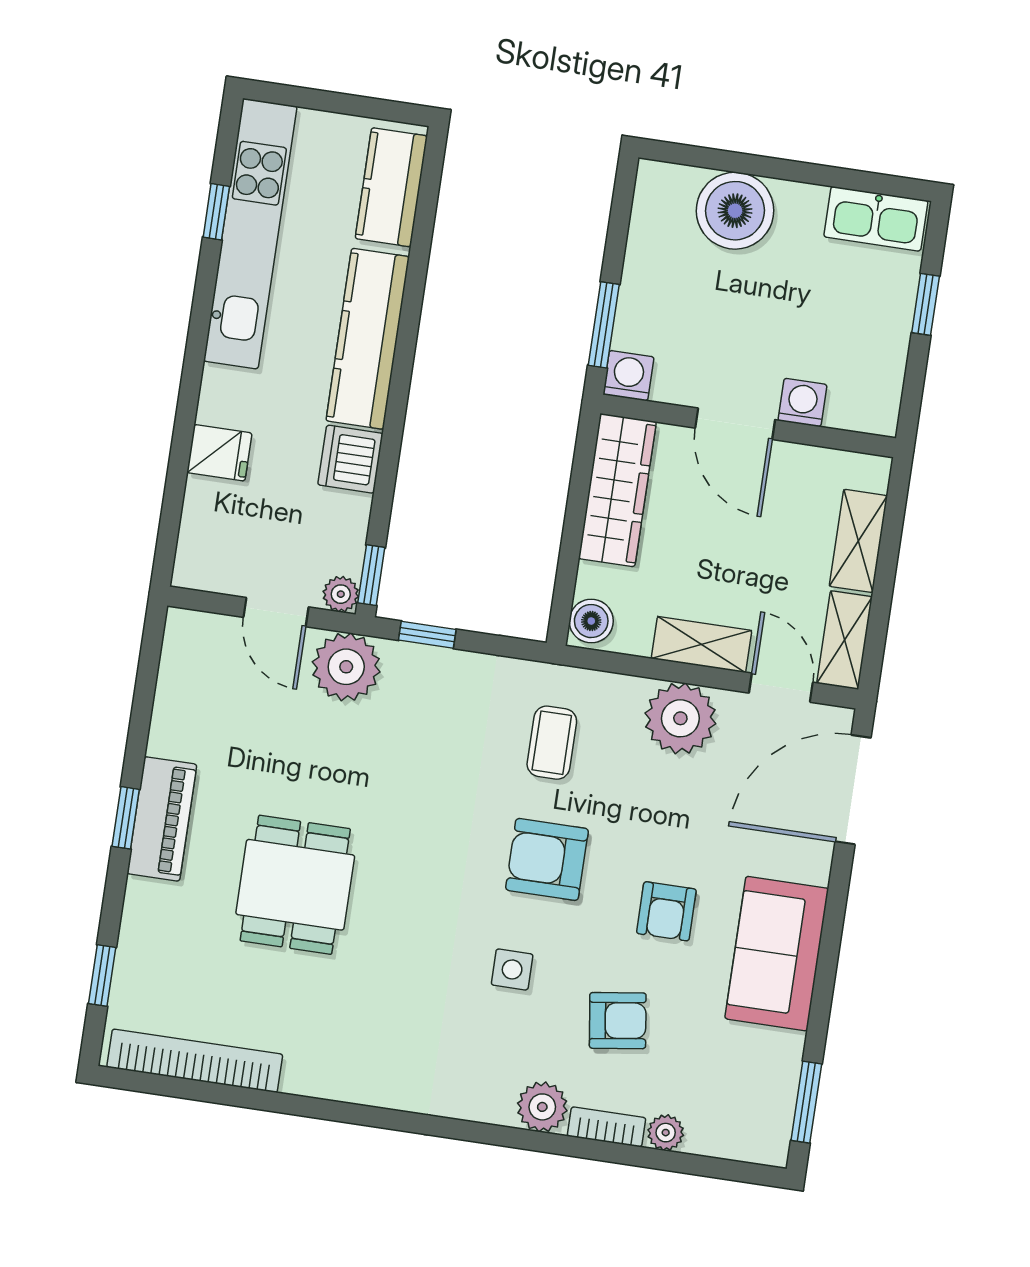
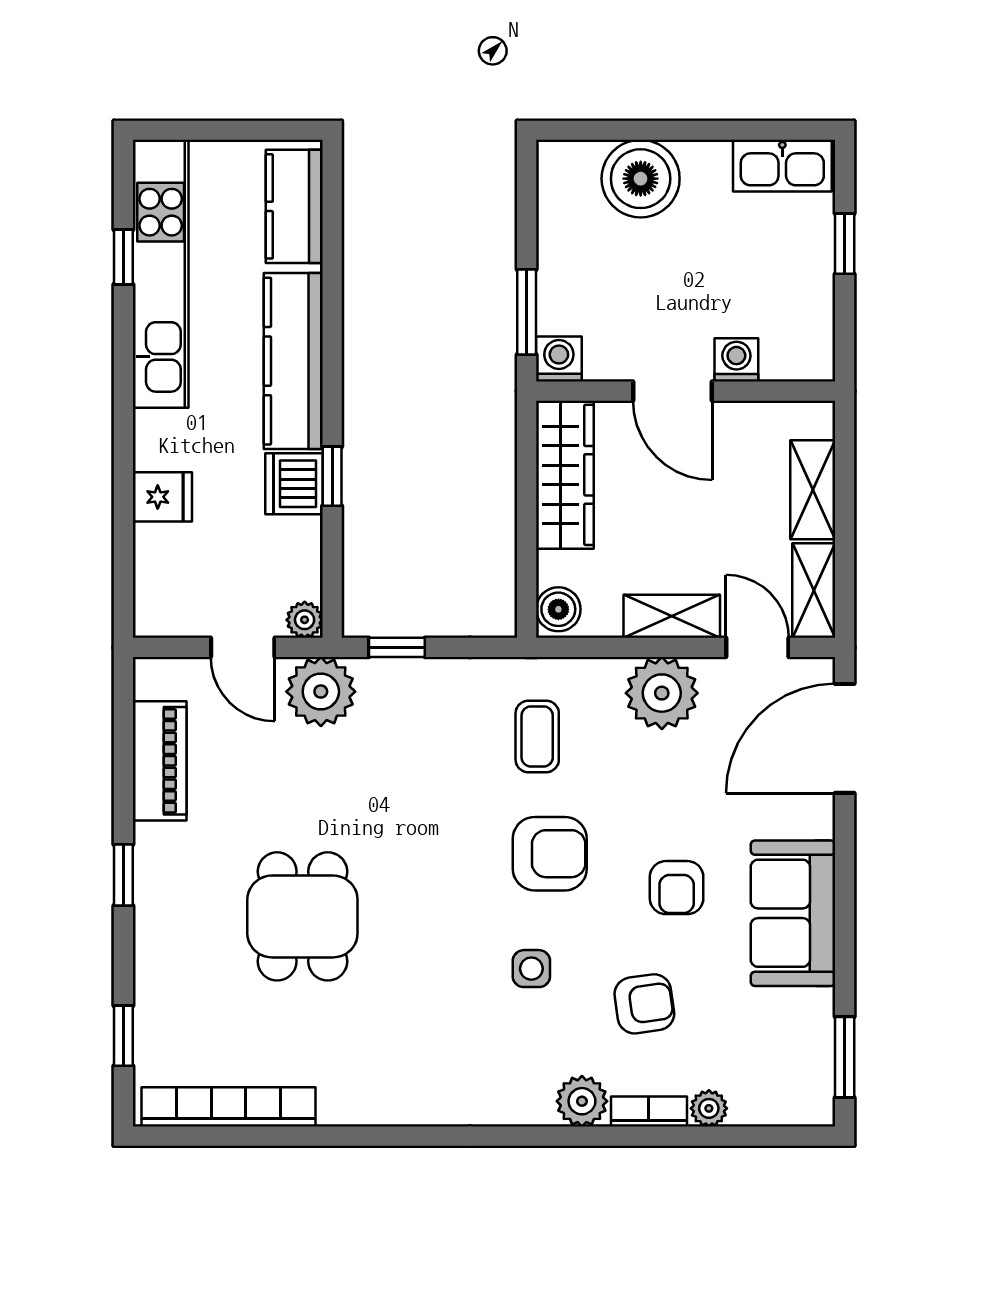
window: (371, 575) -> (332, 476), moved
piano: (162, 819) -> (160, 761), moved
armchair: (547, 859) -> (550, 854), turned 180

